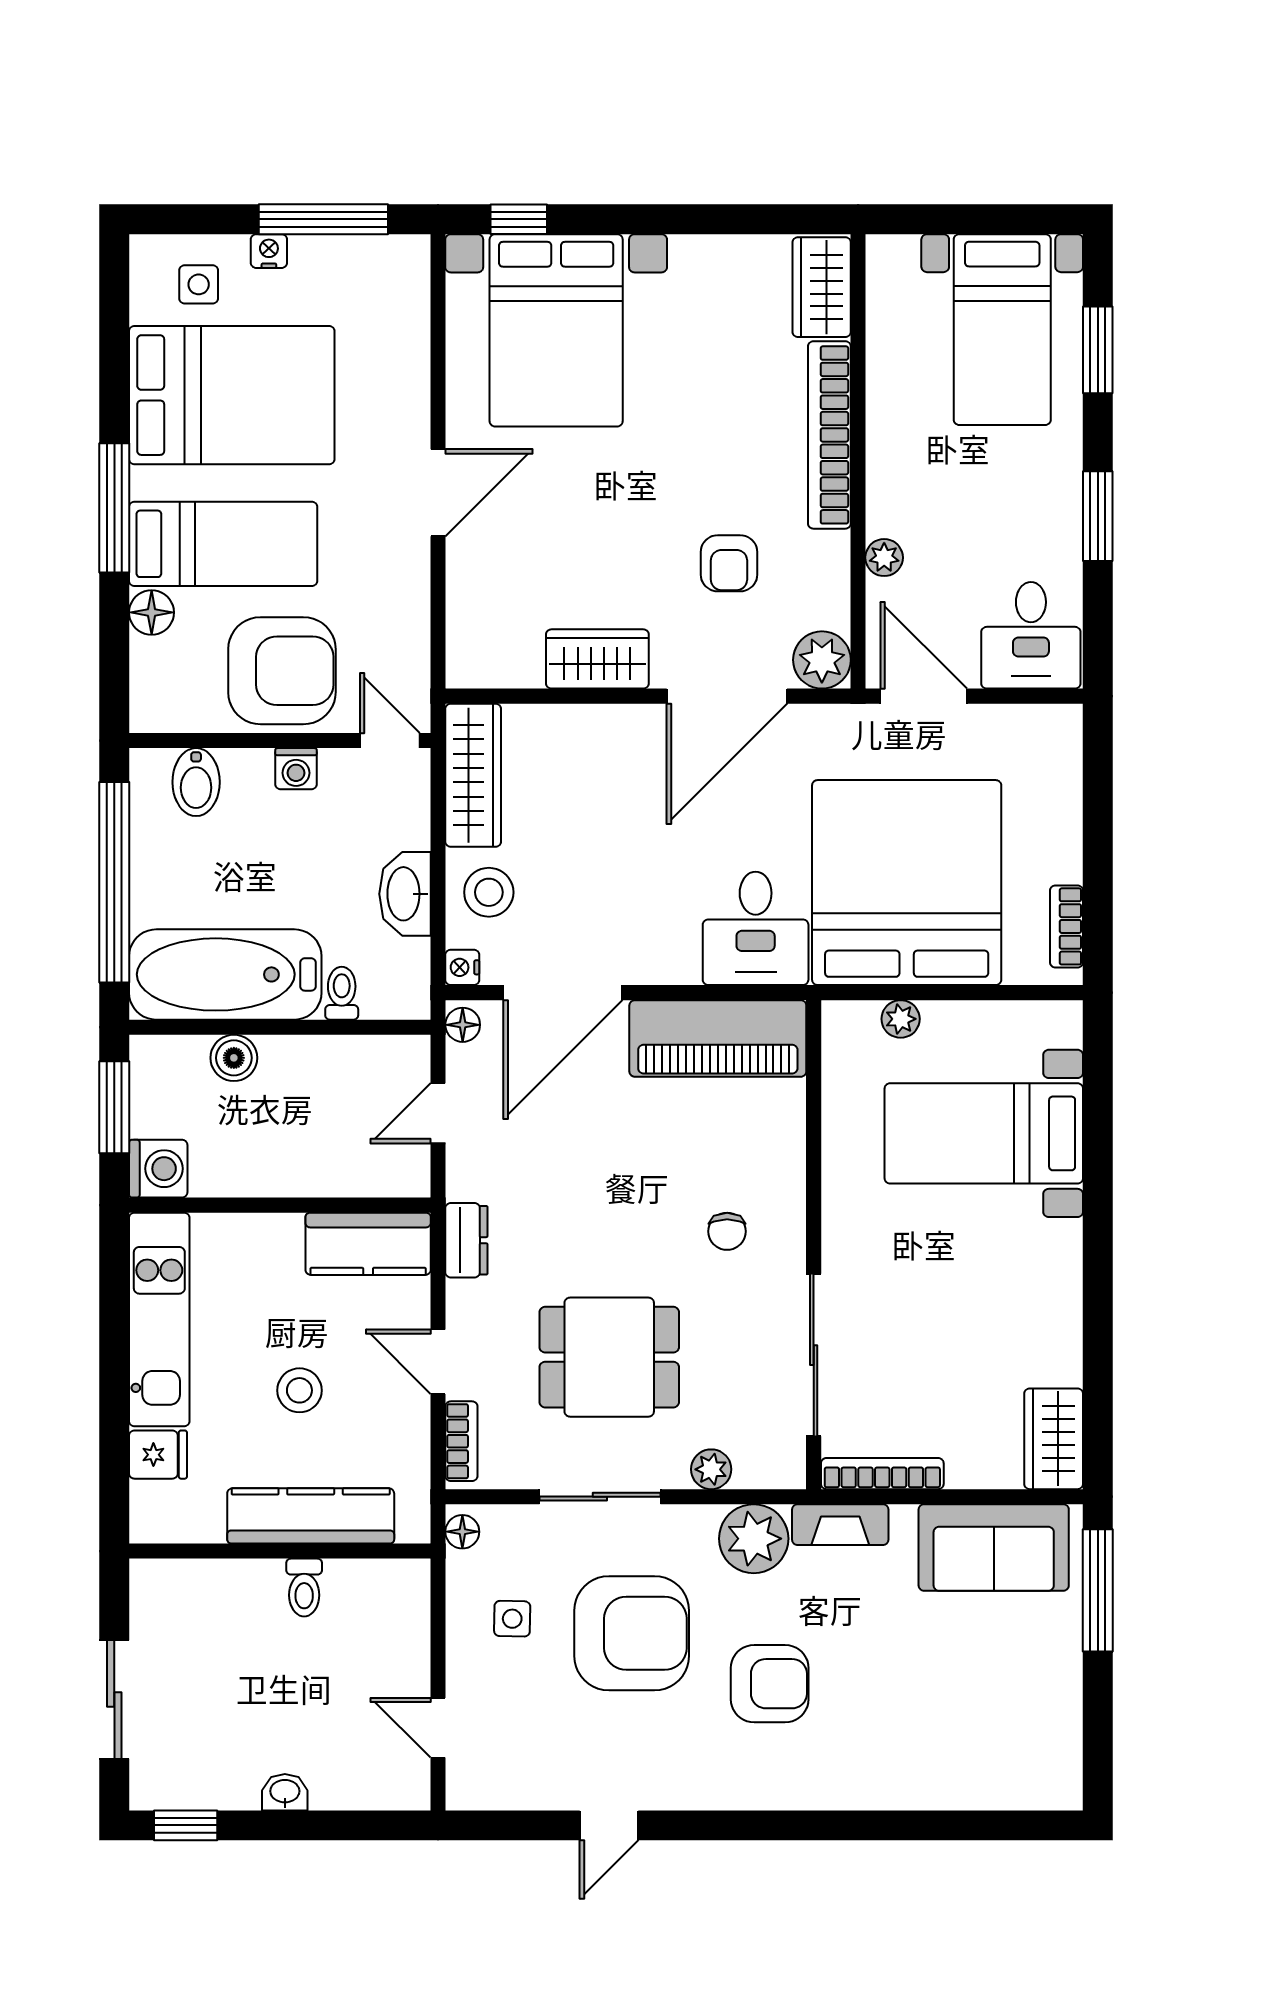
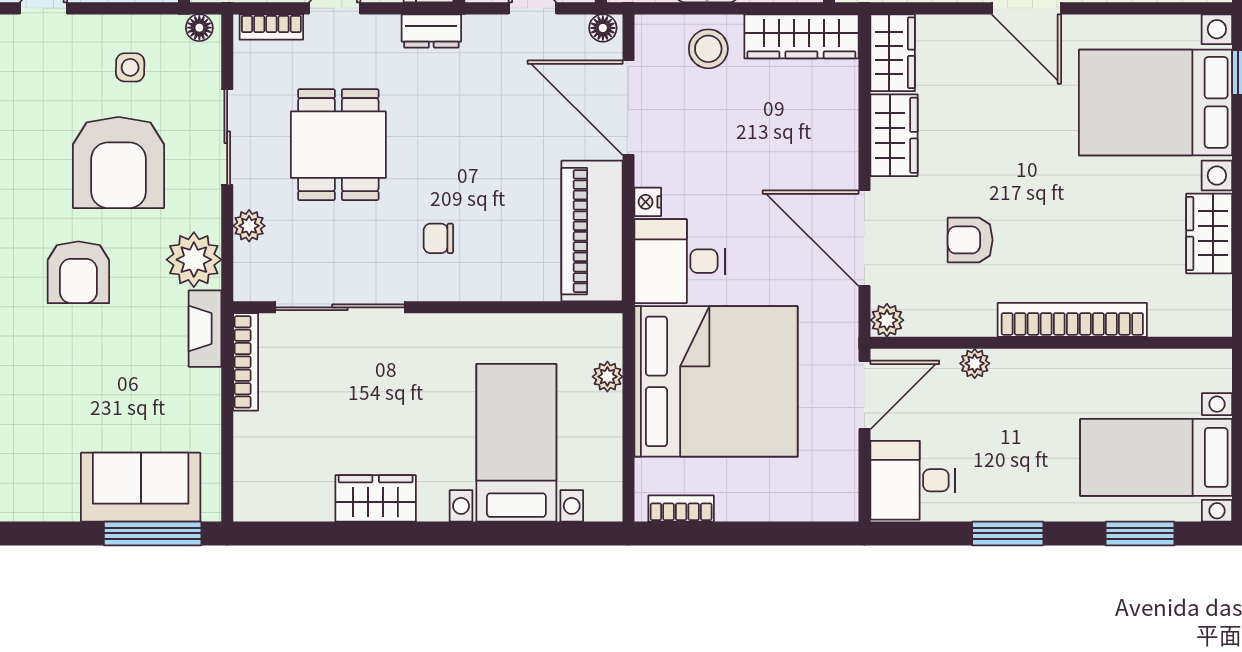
wardrobe: (822, 287) -> (1209, 233), moved, turned -90
plant: (822, 660) -> (887, 320), width x0.73, depth x0.73
wardrobe: (494, 661) -> (893, 53), added
nightstand: (462, 967) -> (648, 202), moved, turned -90
wardrobe: (1054, 1439) -> (376, 498), moved
sofa: (994, 1547) -> (141, 487), moved, turned 90

